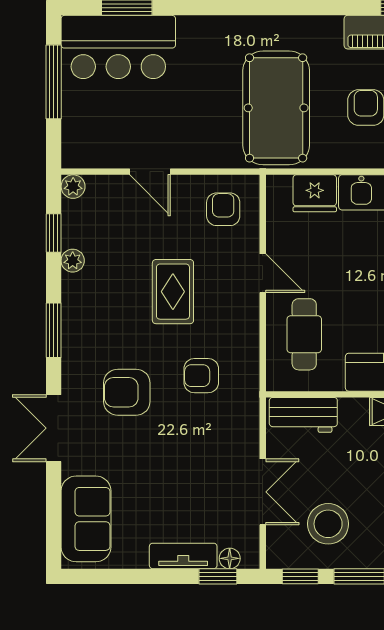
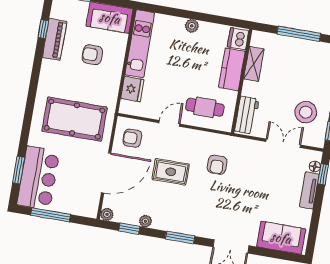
pool table: (276, 108) -> (75, 119), moved
door: (150, 172) -> (106, 173), width x1.88
armchair: (127, 392) -> (219, 205), removed

